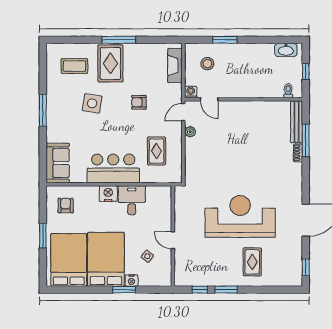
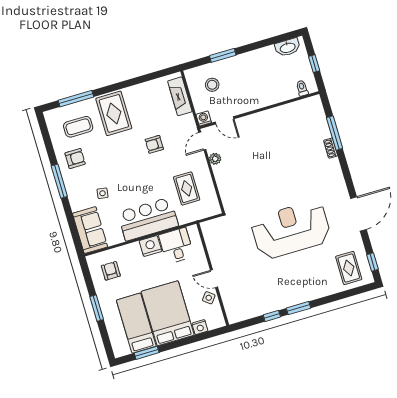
window: (119, 40) -> (76, 99), moved
armchair: (63, 94) -> (75, 159), added
side table: (92, 103) -> (103, 193), moved, width x0.54, depth x0.54
bench: (297, 122) -> (320, 117), removed
wall: (173, 236) -> (213, 274), moved
door: (173, 240) -> (214, 279), moved
bed: (69, 260) -> (136, 323), width x0.67
rug: (252, 262) -> (349, 268), moved
window: (124, 290) -> (147, 353), moved

